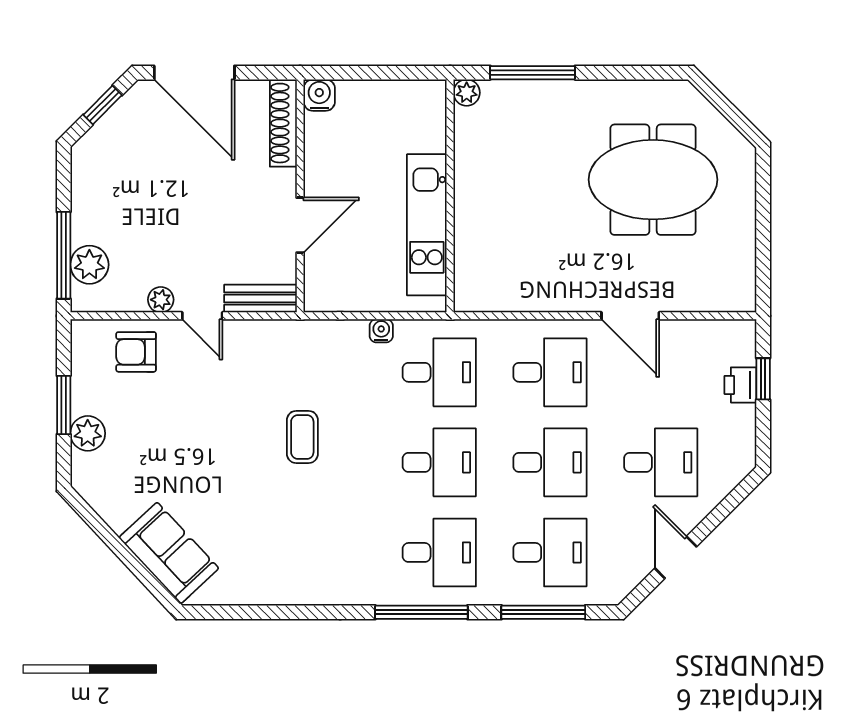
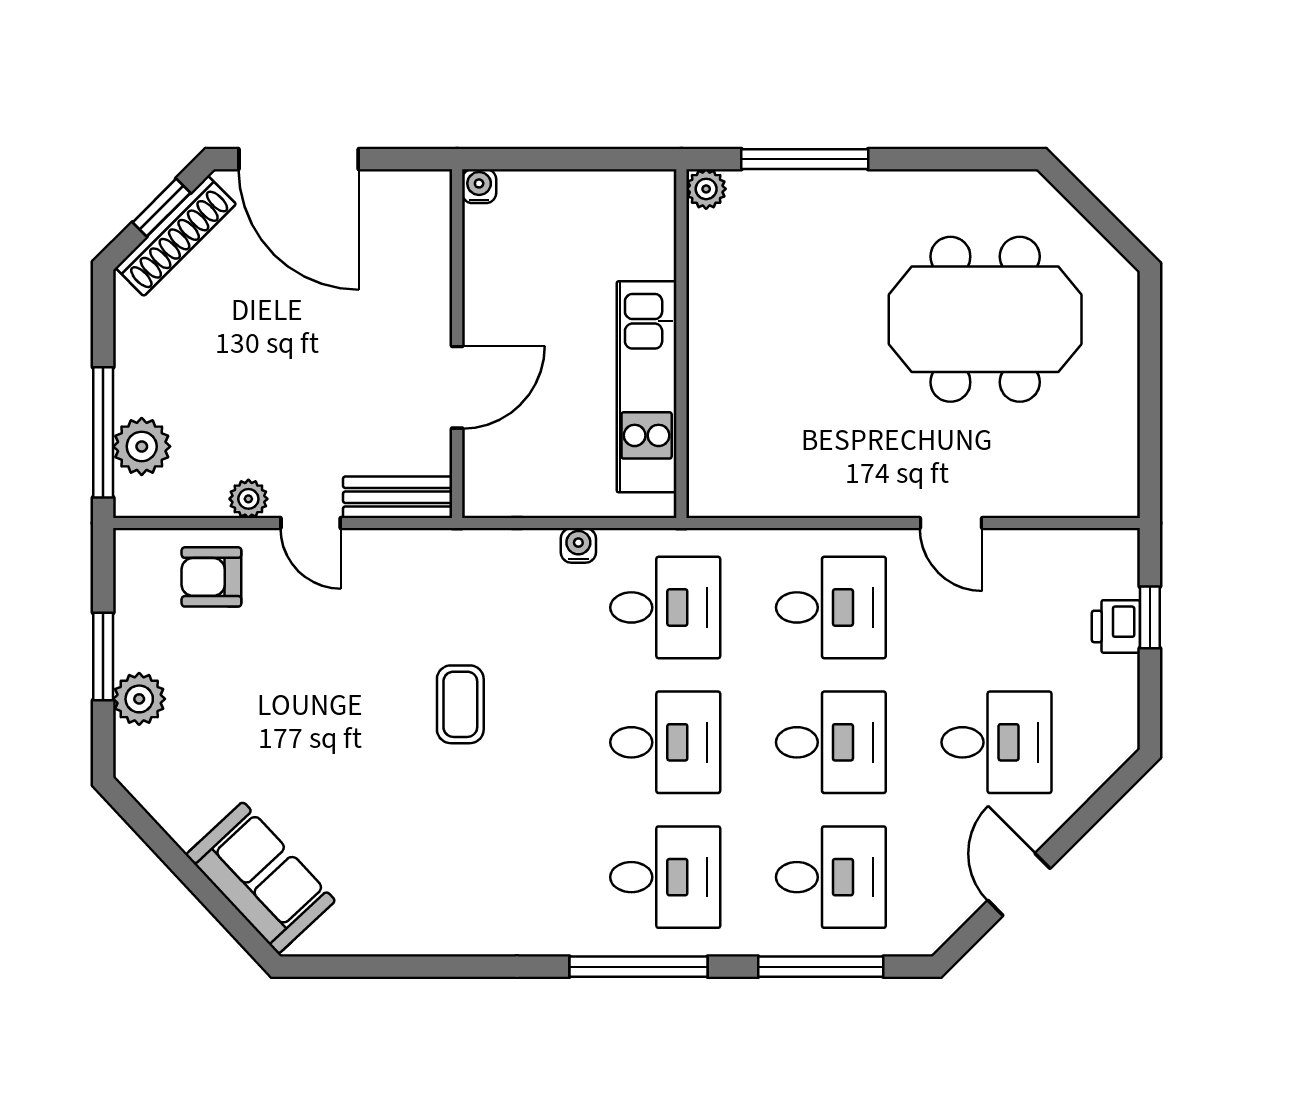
water cooler: (319, 95) -> (479, 186), width x0.72, depth x0.72
shoe rack: (283, 123) -> (176, 236), moved, turned -135
door: (630, 316) -> (951, 523), width x0.73

